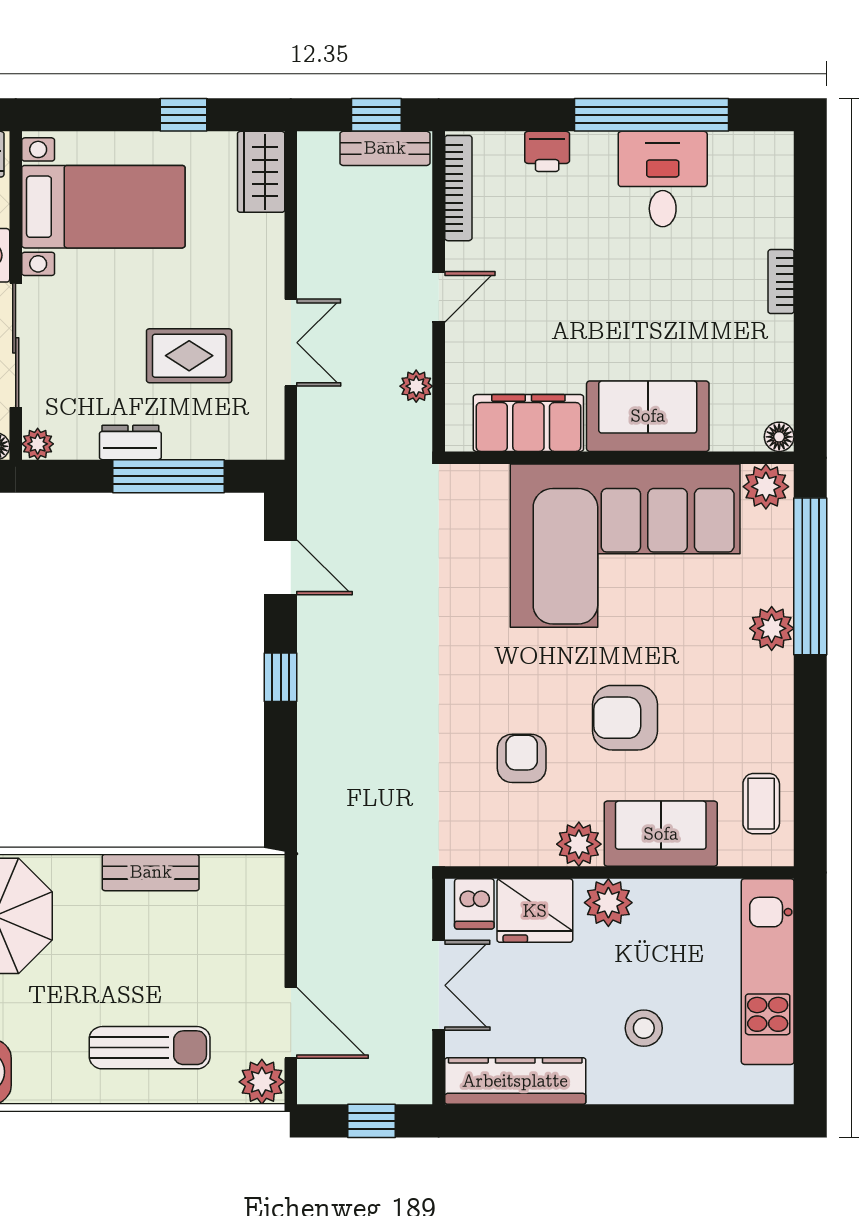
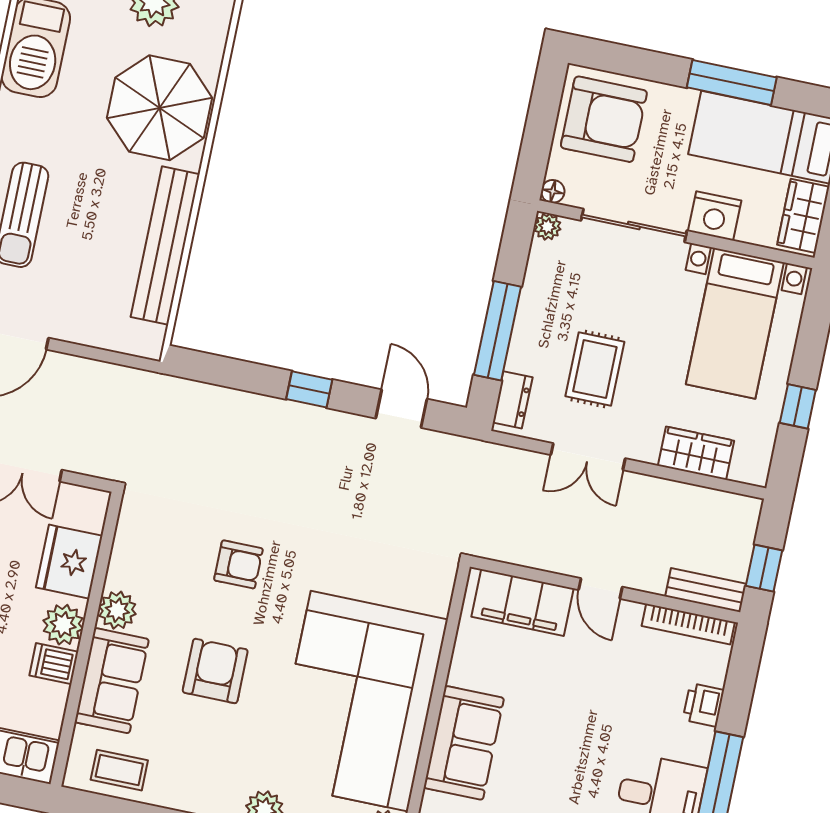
bench: (385, 148) -> (706, 590), moved, turned 90
wardrobe: (261, 172) -> (696, 453), moved
plant: (416, 386) -> (530, 554), removed
filing cabinet: (528, 423) -> (522, 603), moved, turned 90
dresser: (130, 442) -> (513, 400), moved
door: (281, 567) -> (401, 409), swing flipped
armchair: (522, 758) -> (238, 564), moved
bench: (151, 872) -> (165, 246), width x1.86, depth x1.21
dishwasher: (474, 904) -> (54, 664), moved

